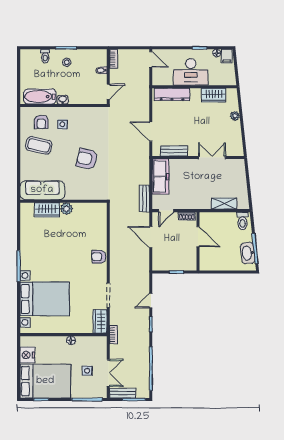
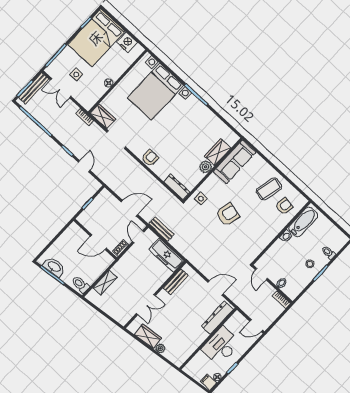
wardrobe: (214, 95) -> (148, 336), moved, turned 84
armchair: (41, 122) -> (284, 206), turned 99
side table: (62, 124) -> (201, 198), moved
door: (151, 132) -> (216, 288), moved
dresser: (102, 216) -> (177, 187), added
bench: (123, 393) -> (34, 88), width x1.36

